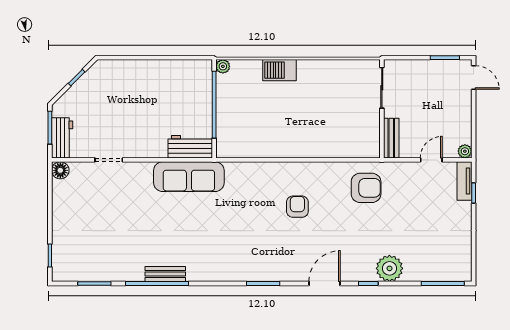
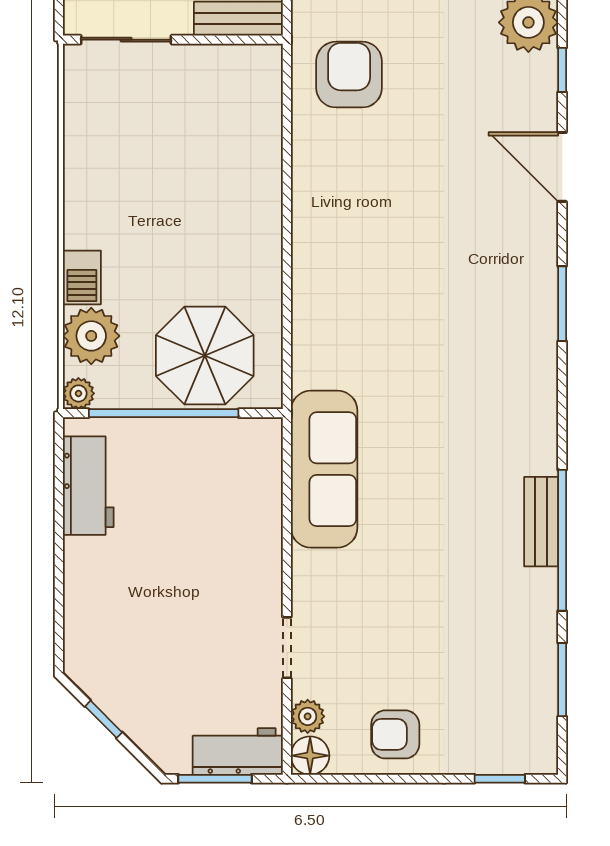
barbecue: (280, 70) -> (82, 277), width x0.73, depth x0.79
plant: (249, 72) -> (91, 336), added
parasol: (240, 123) -> (205, 356), added
workbench: (190, 147) -> (88, 486), moved, turned 180
plant: (78, 169) -> (308, 716), added
armchair: (297, 207) -> (395, 734), moved

